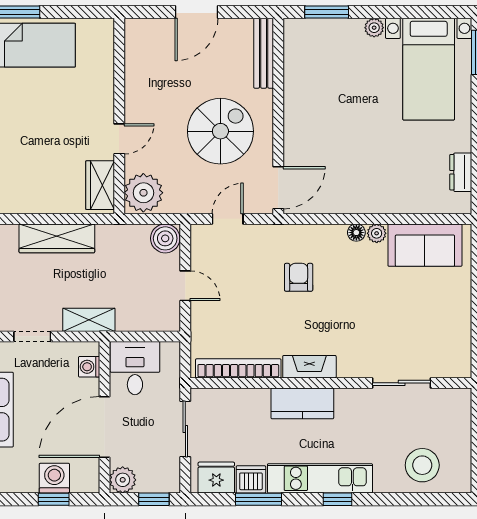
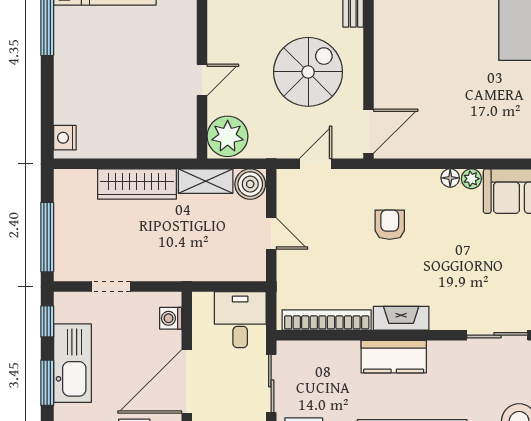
wardrobe: (100, 185) -> (182, 128), removed
shelving: (89, 320) -> (206, 181), moved
desk: (135, 368) -> (240, 320), moved

